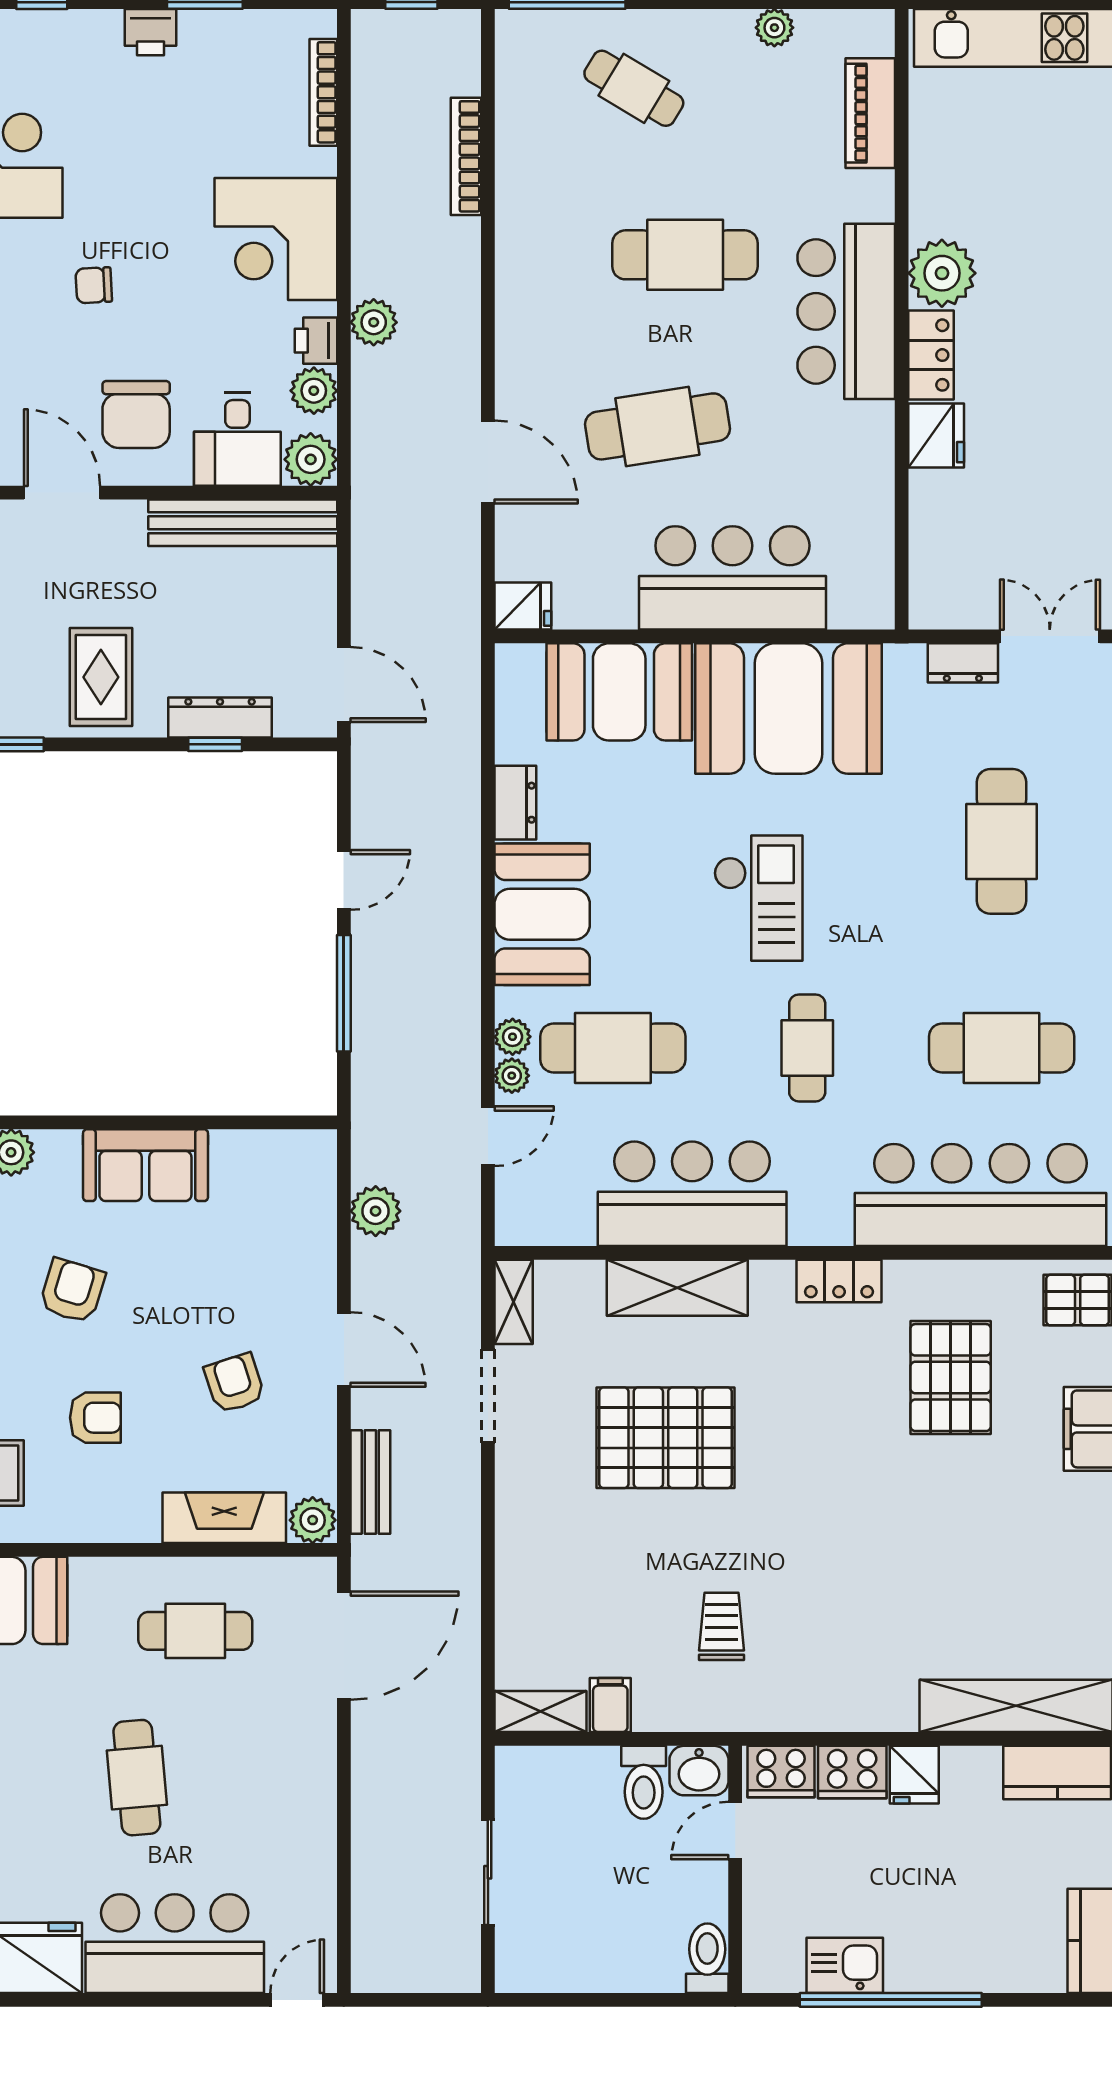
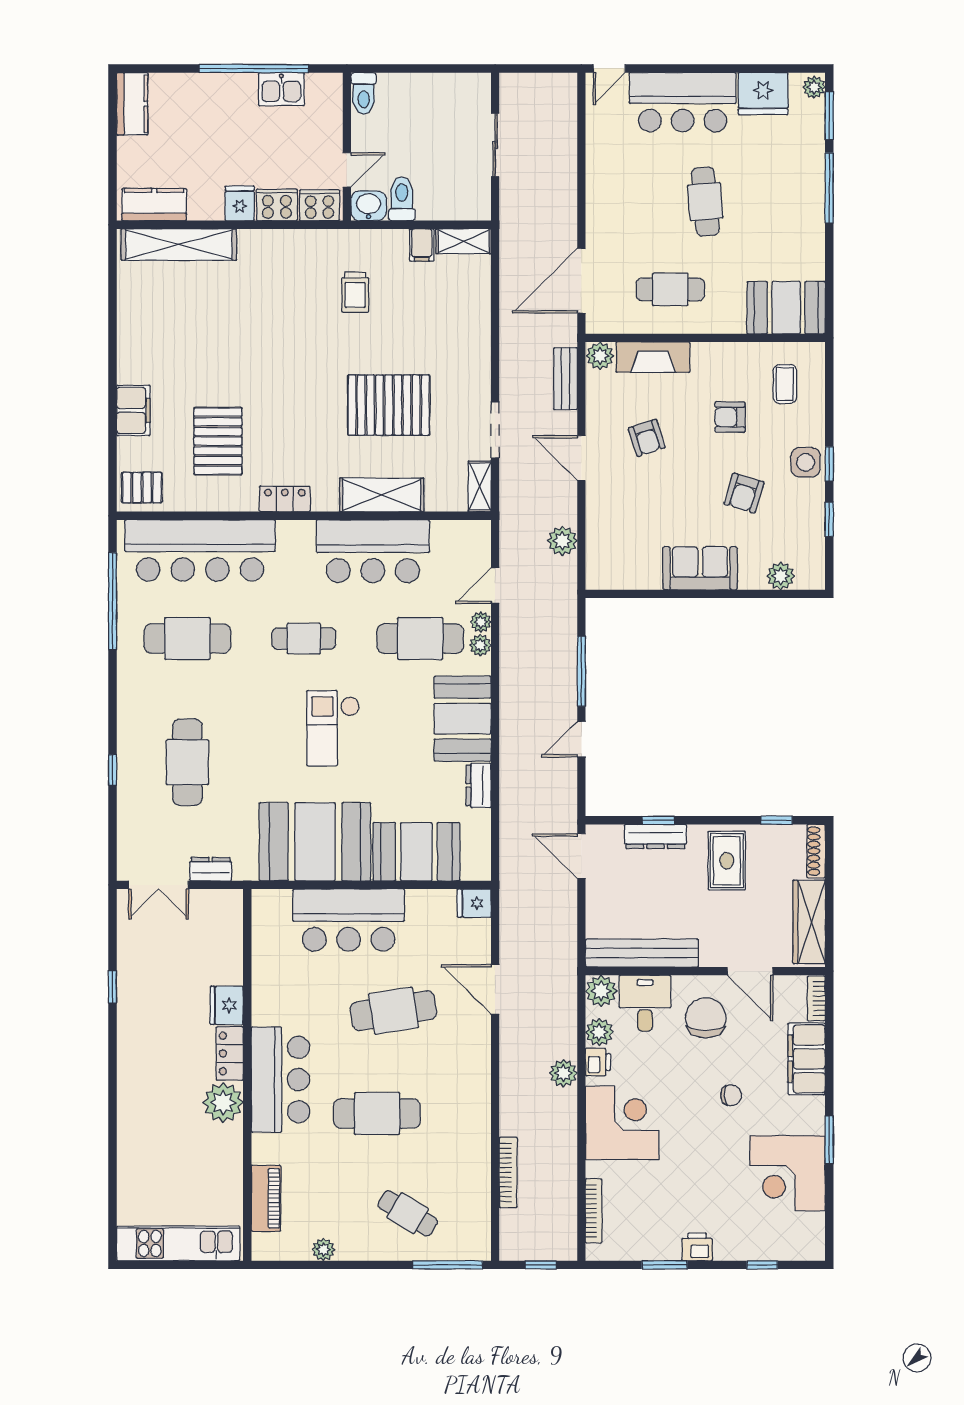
cafe table: (807, 1048) -> (304, 639), turned 90

